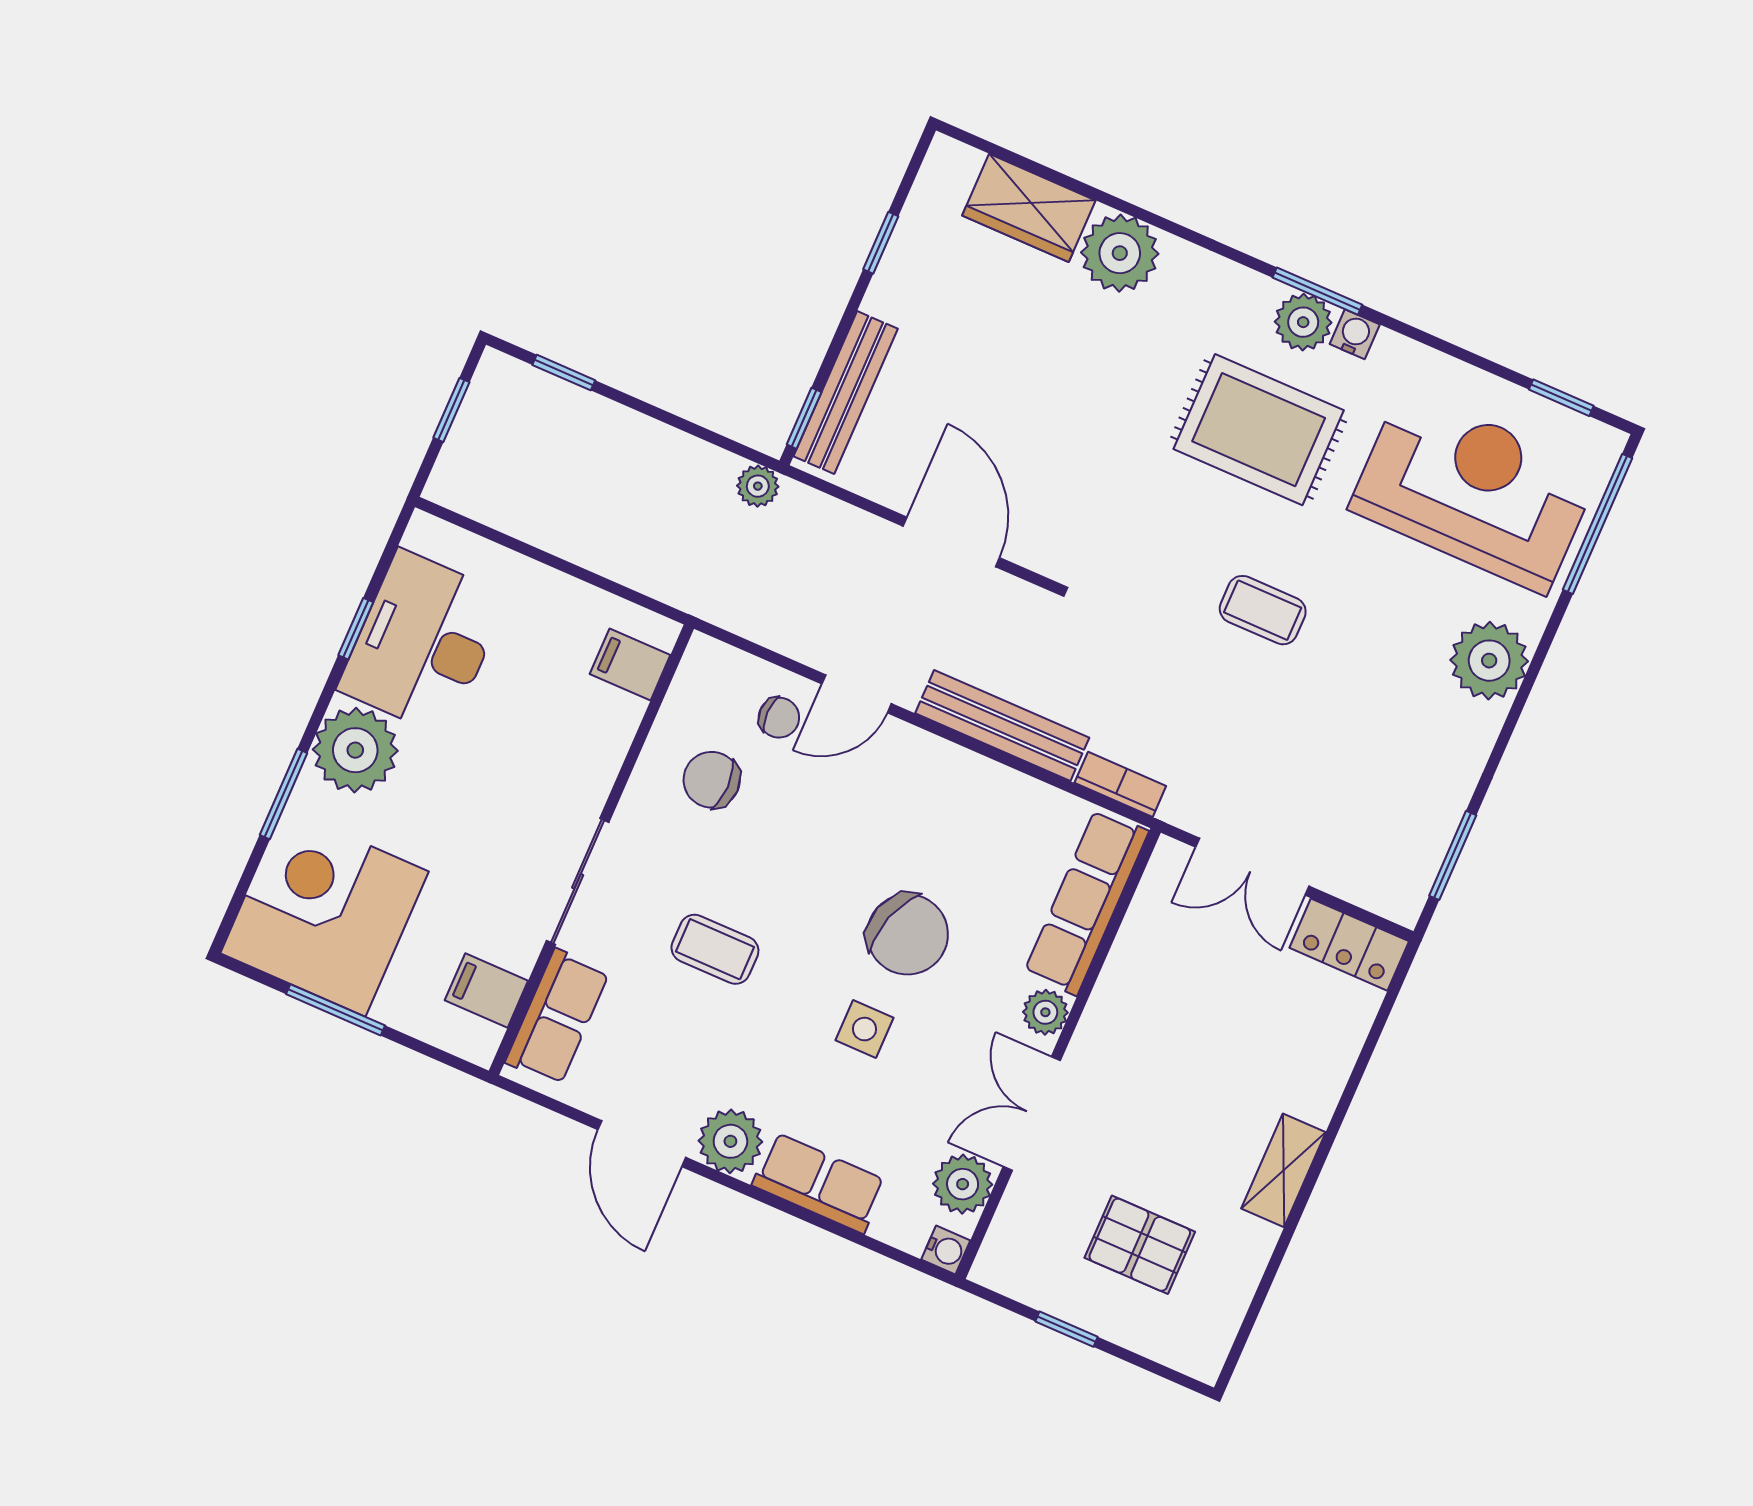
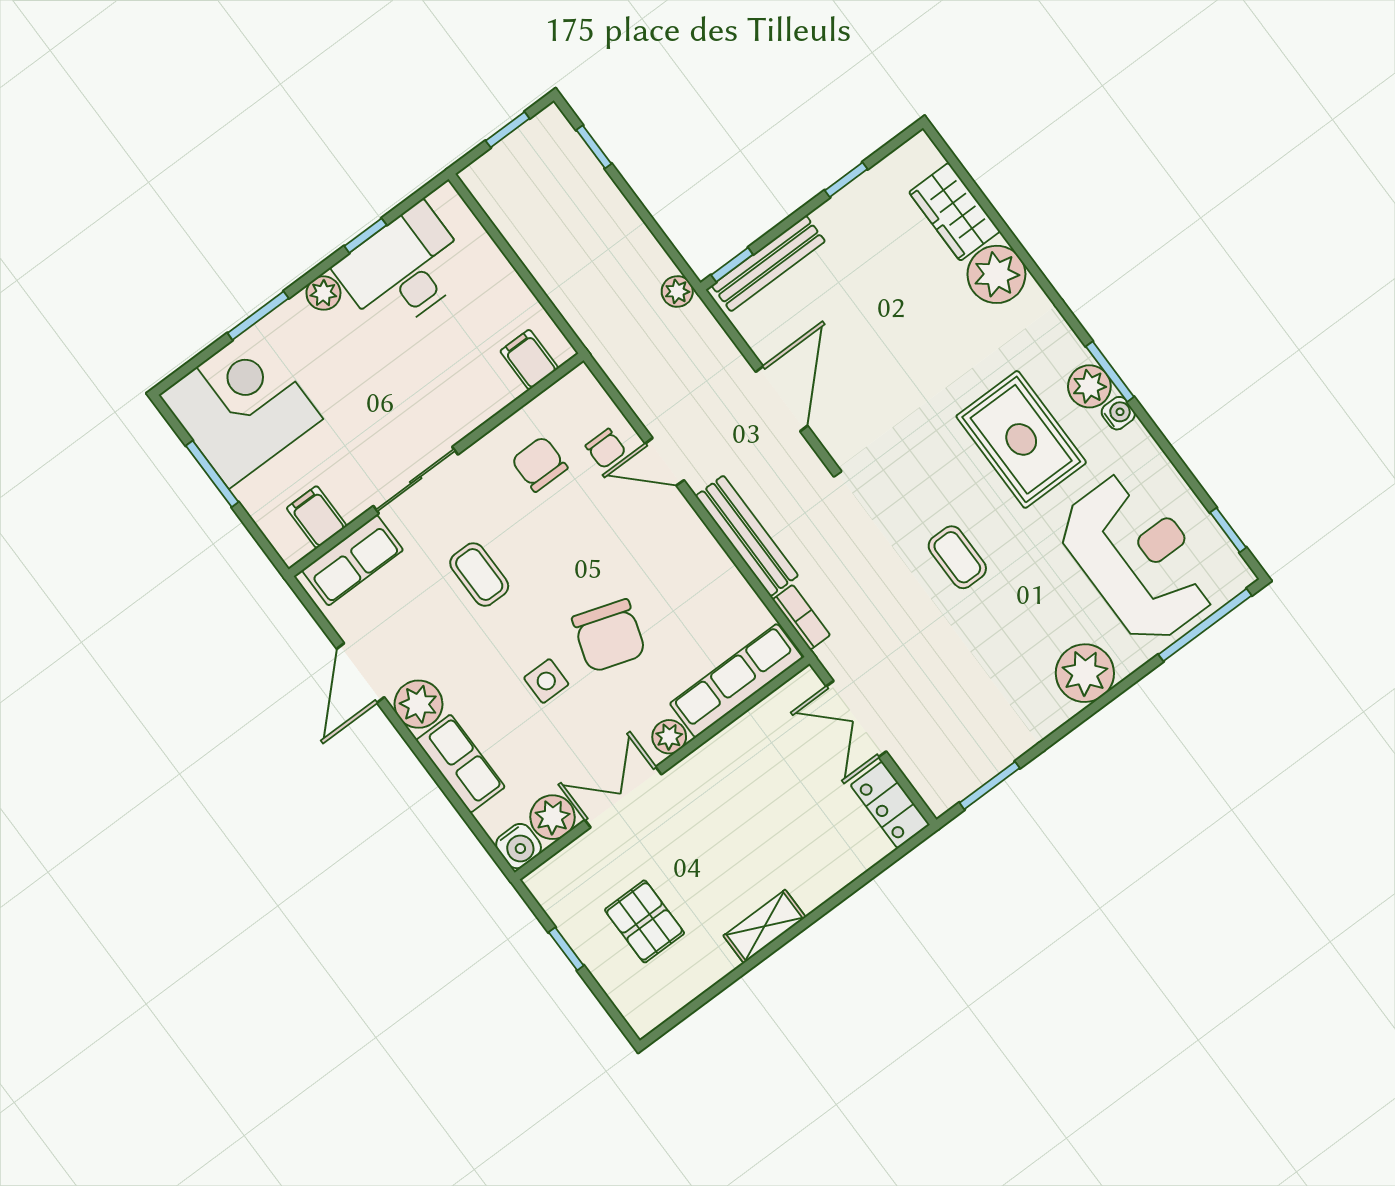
plant: (355, 750) -> (323, 293), width x0.53, depth x0.53
water cooler: (946, 1250) -> (519, 846), width x1.38, depth x1.38

